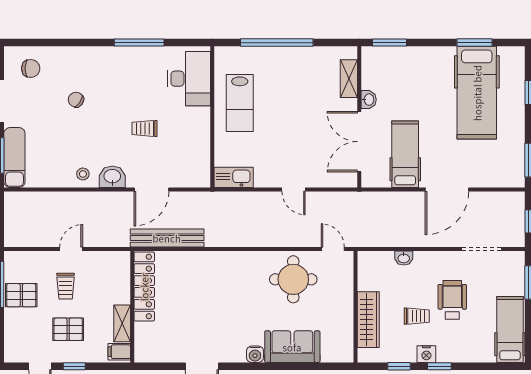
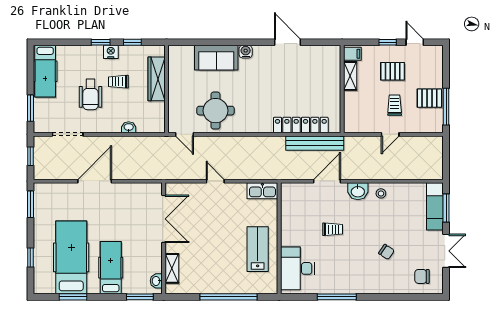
washbasin: (369, 100) -> (156, 281), moved
hospital bed: (405, 154) -> (111, 268), moved, turned 180
locker: (144, 287) -> (301, 125), moved, turned 90

